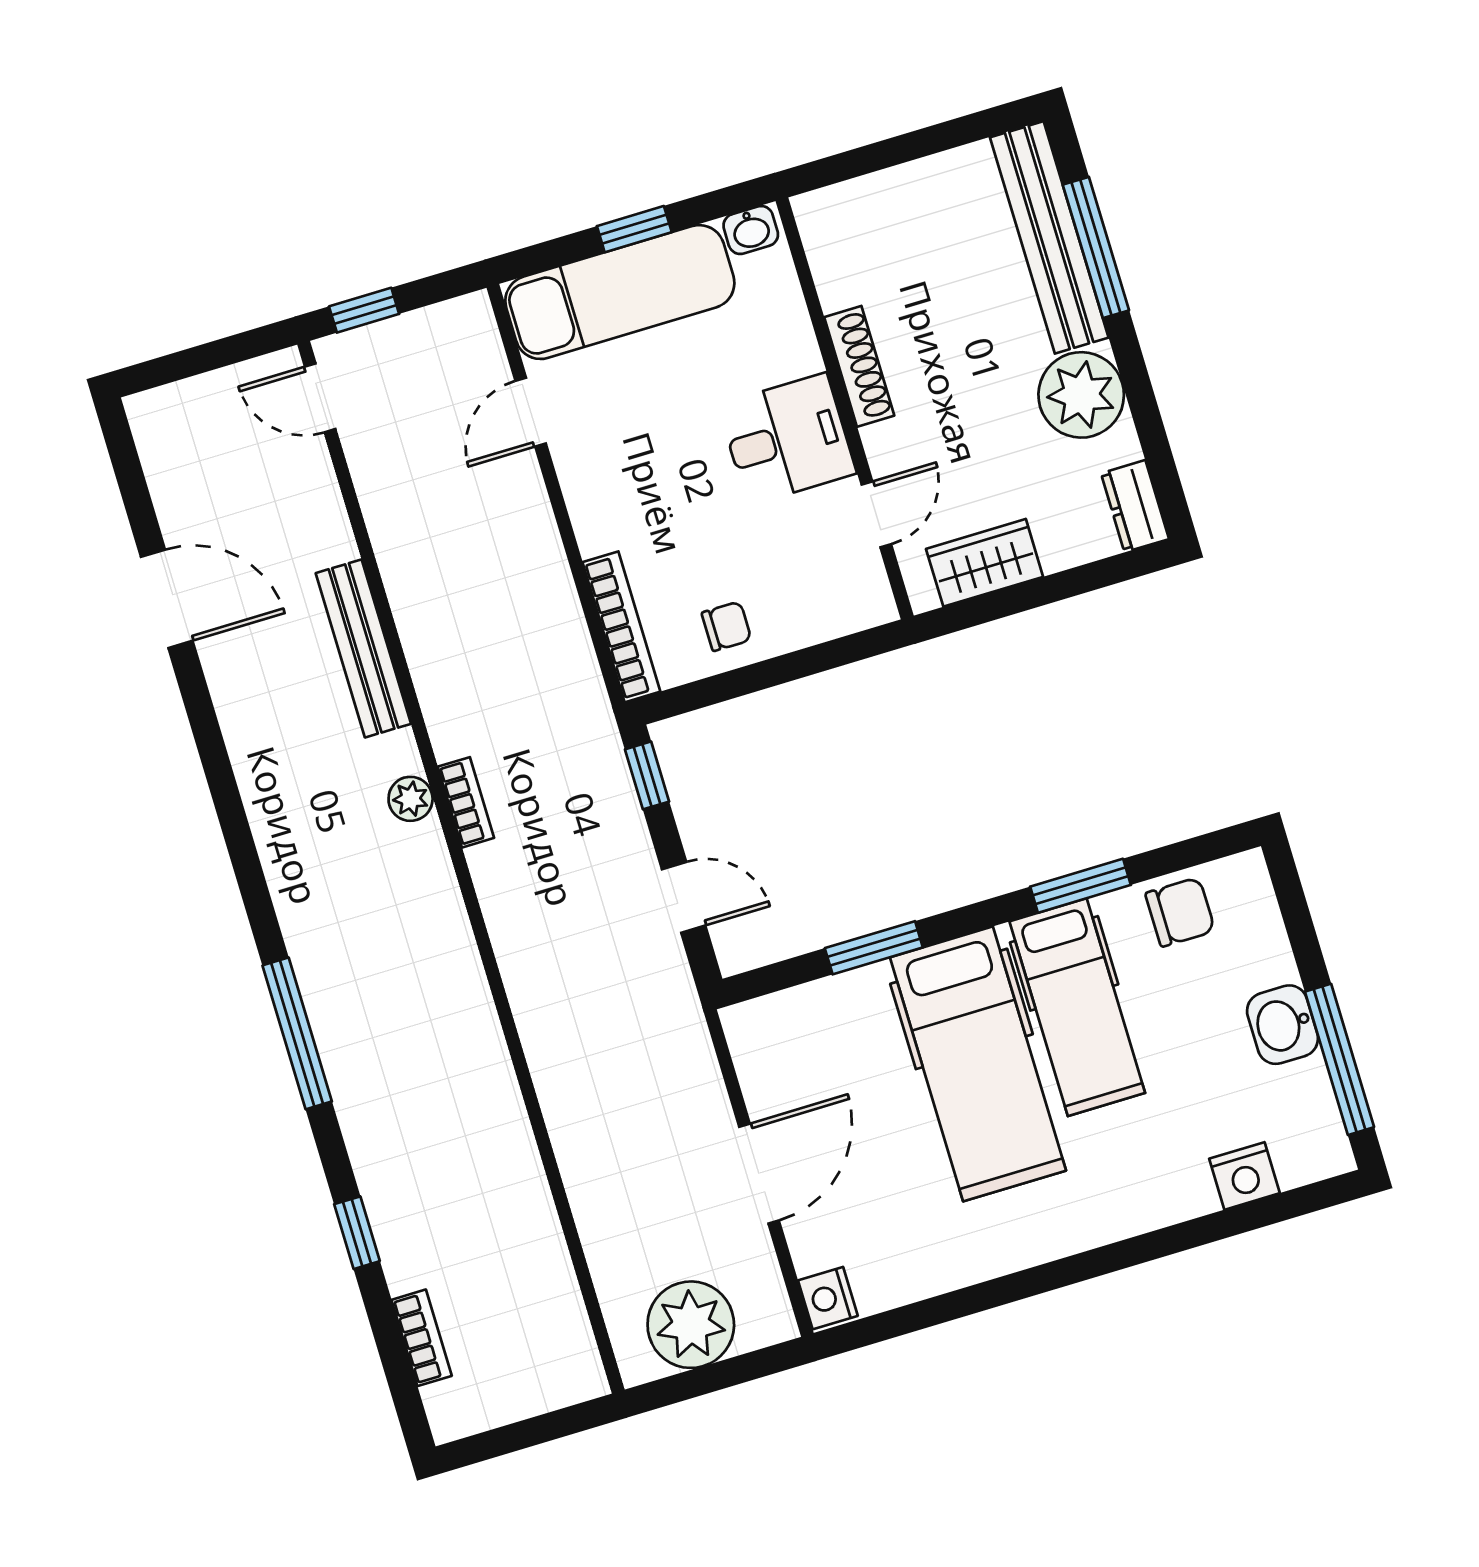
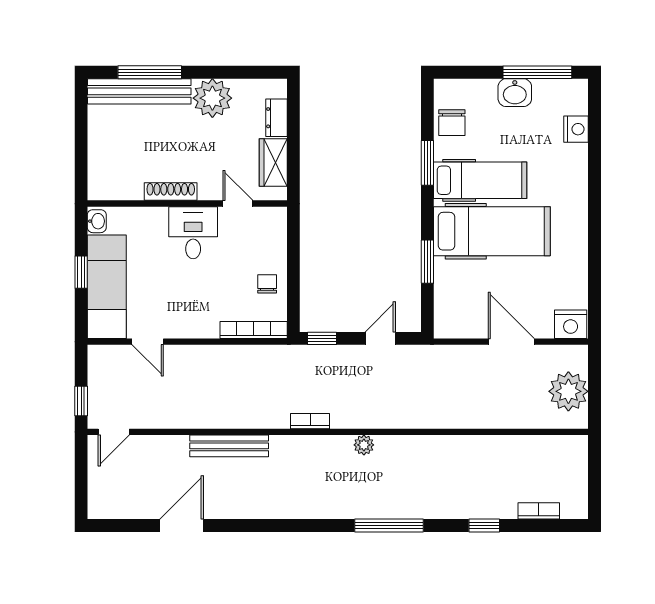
dresser: (1135, 506) -> (276, 118), moved, turned 90
plant: (411, 799) -> (364, 445), moved
chair: (1180, 912) -> (452, 123), turned 180
nightstand: (828, 1298) -> (571, 324), width x1.36, depth x1.33

